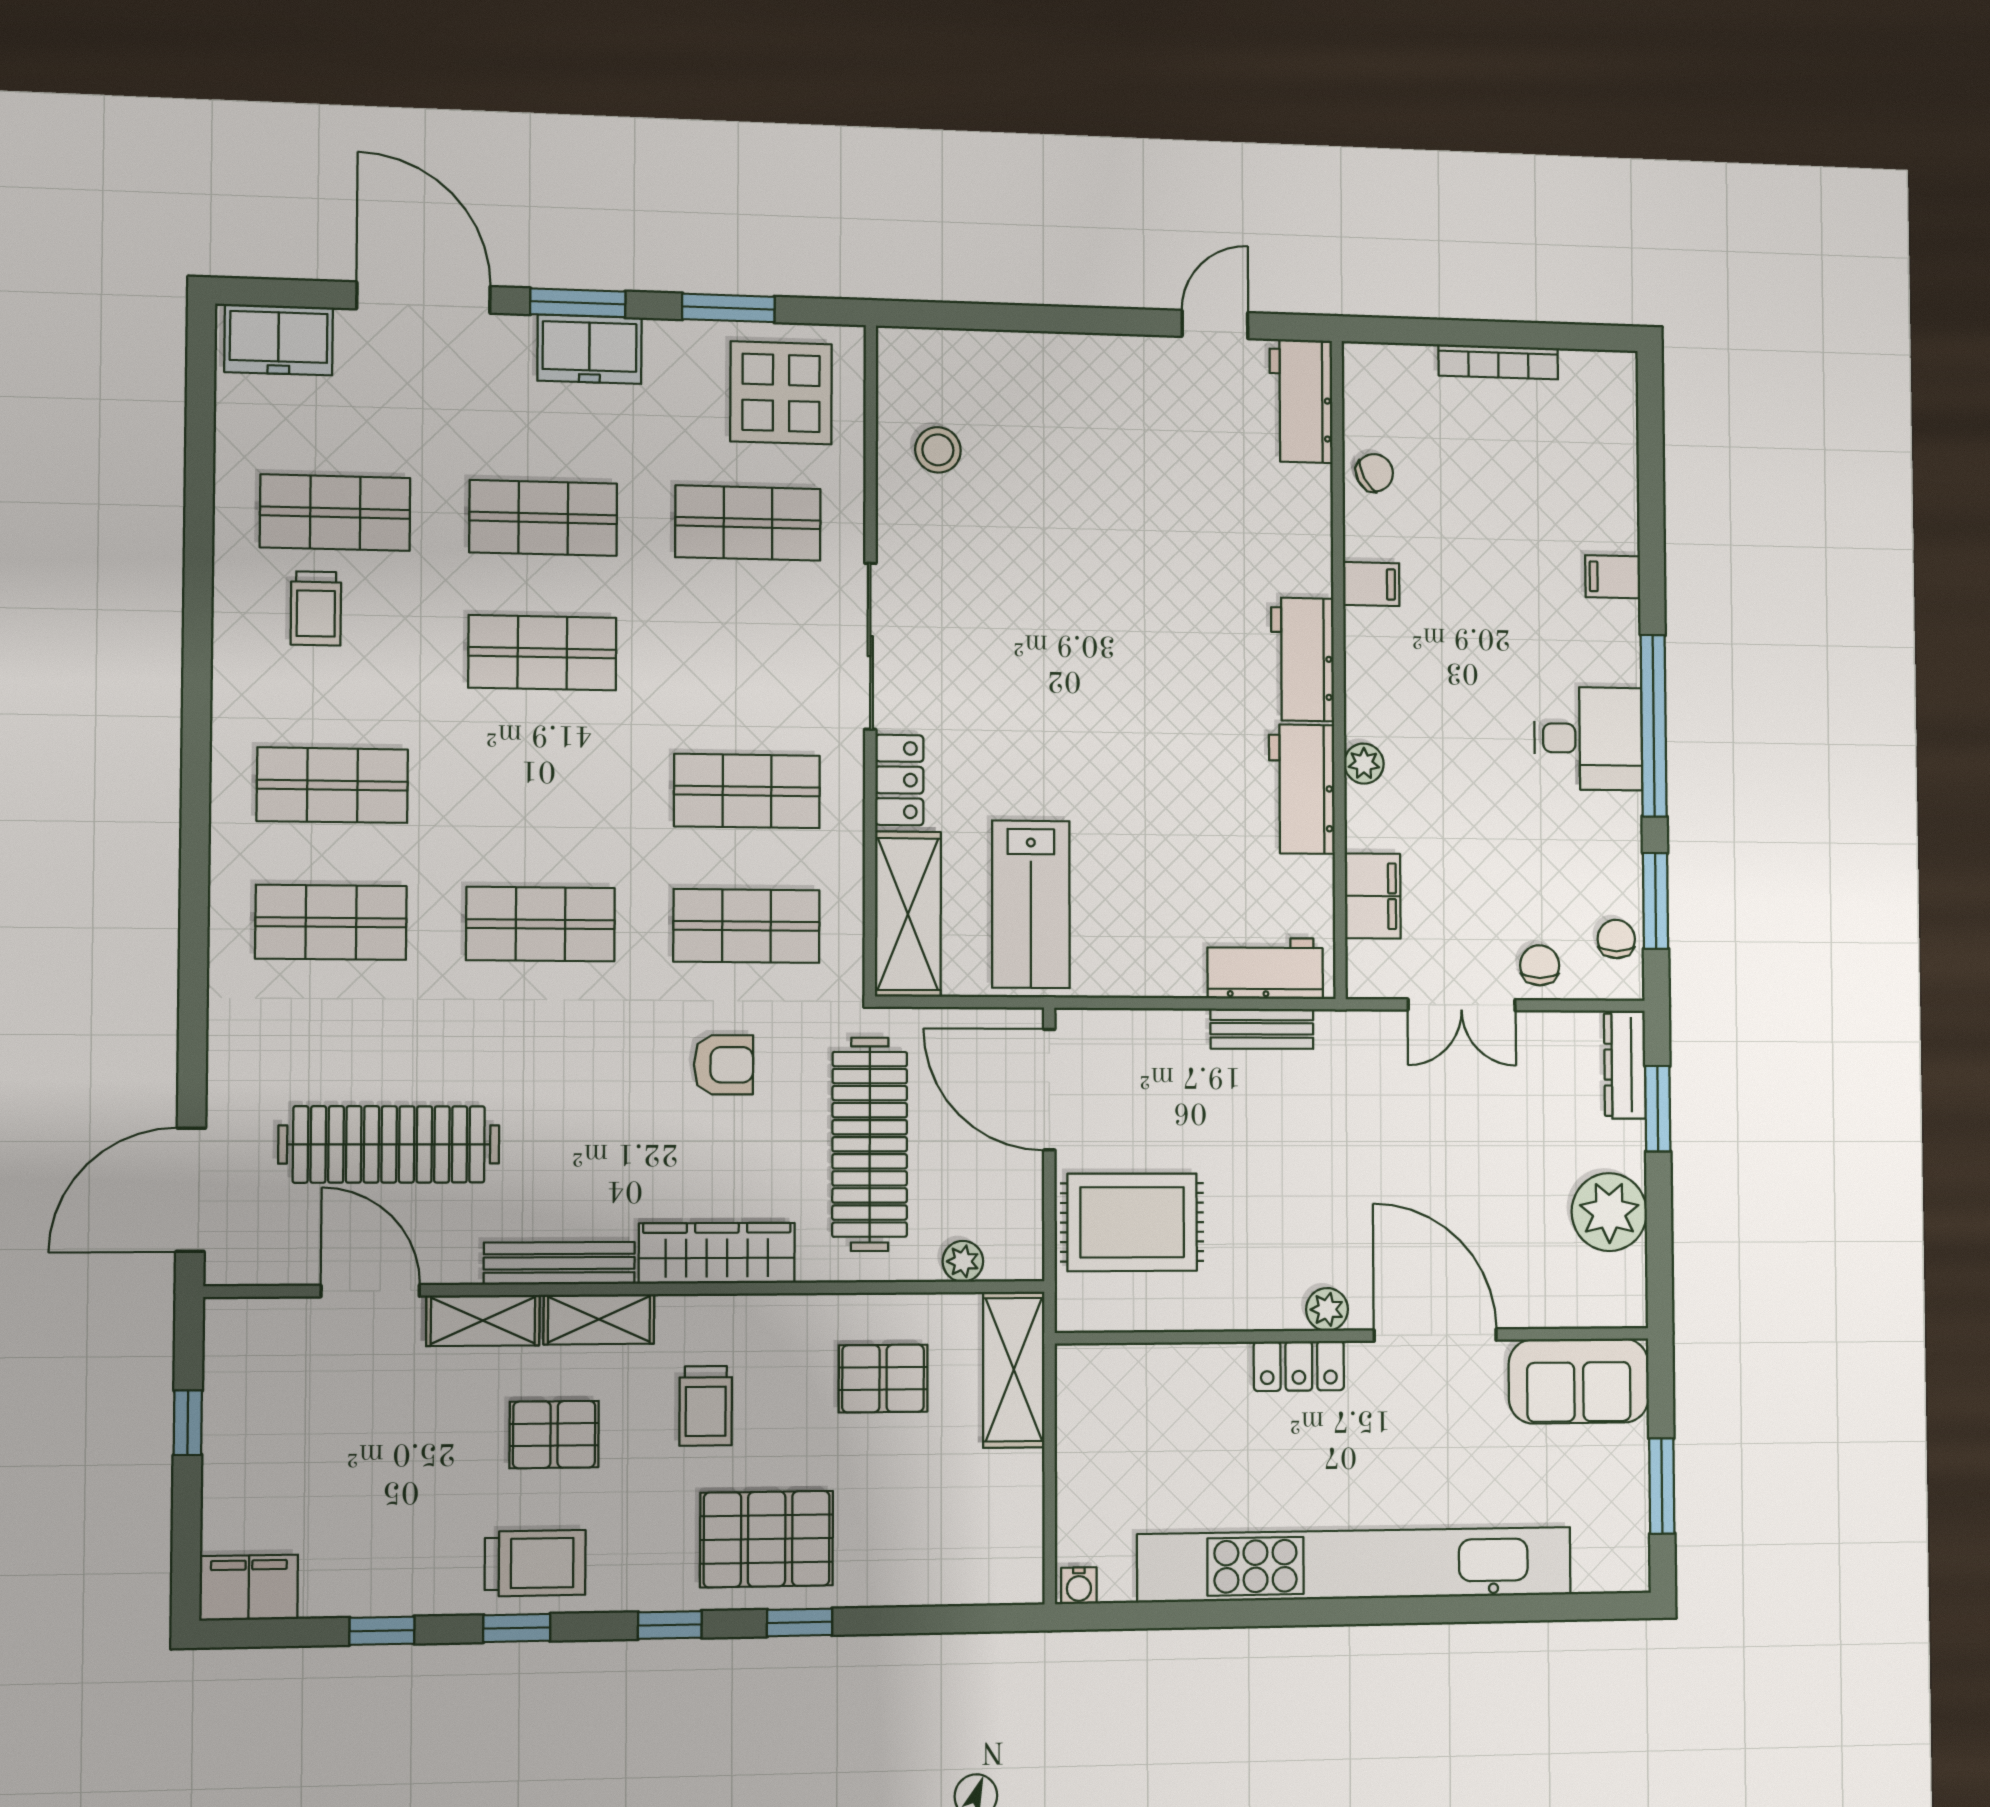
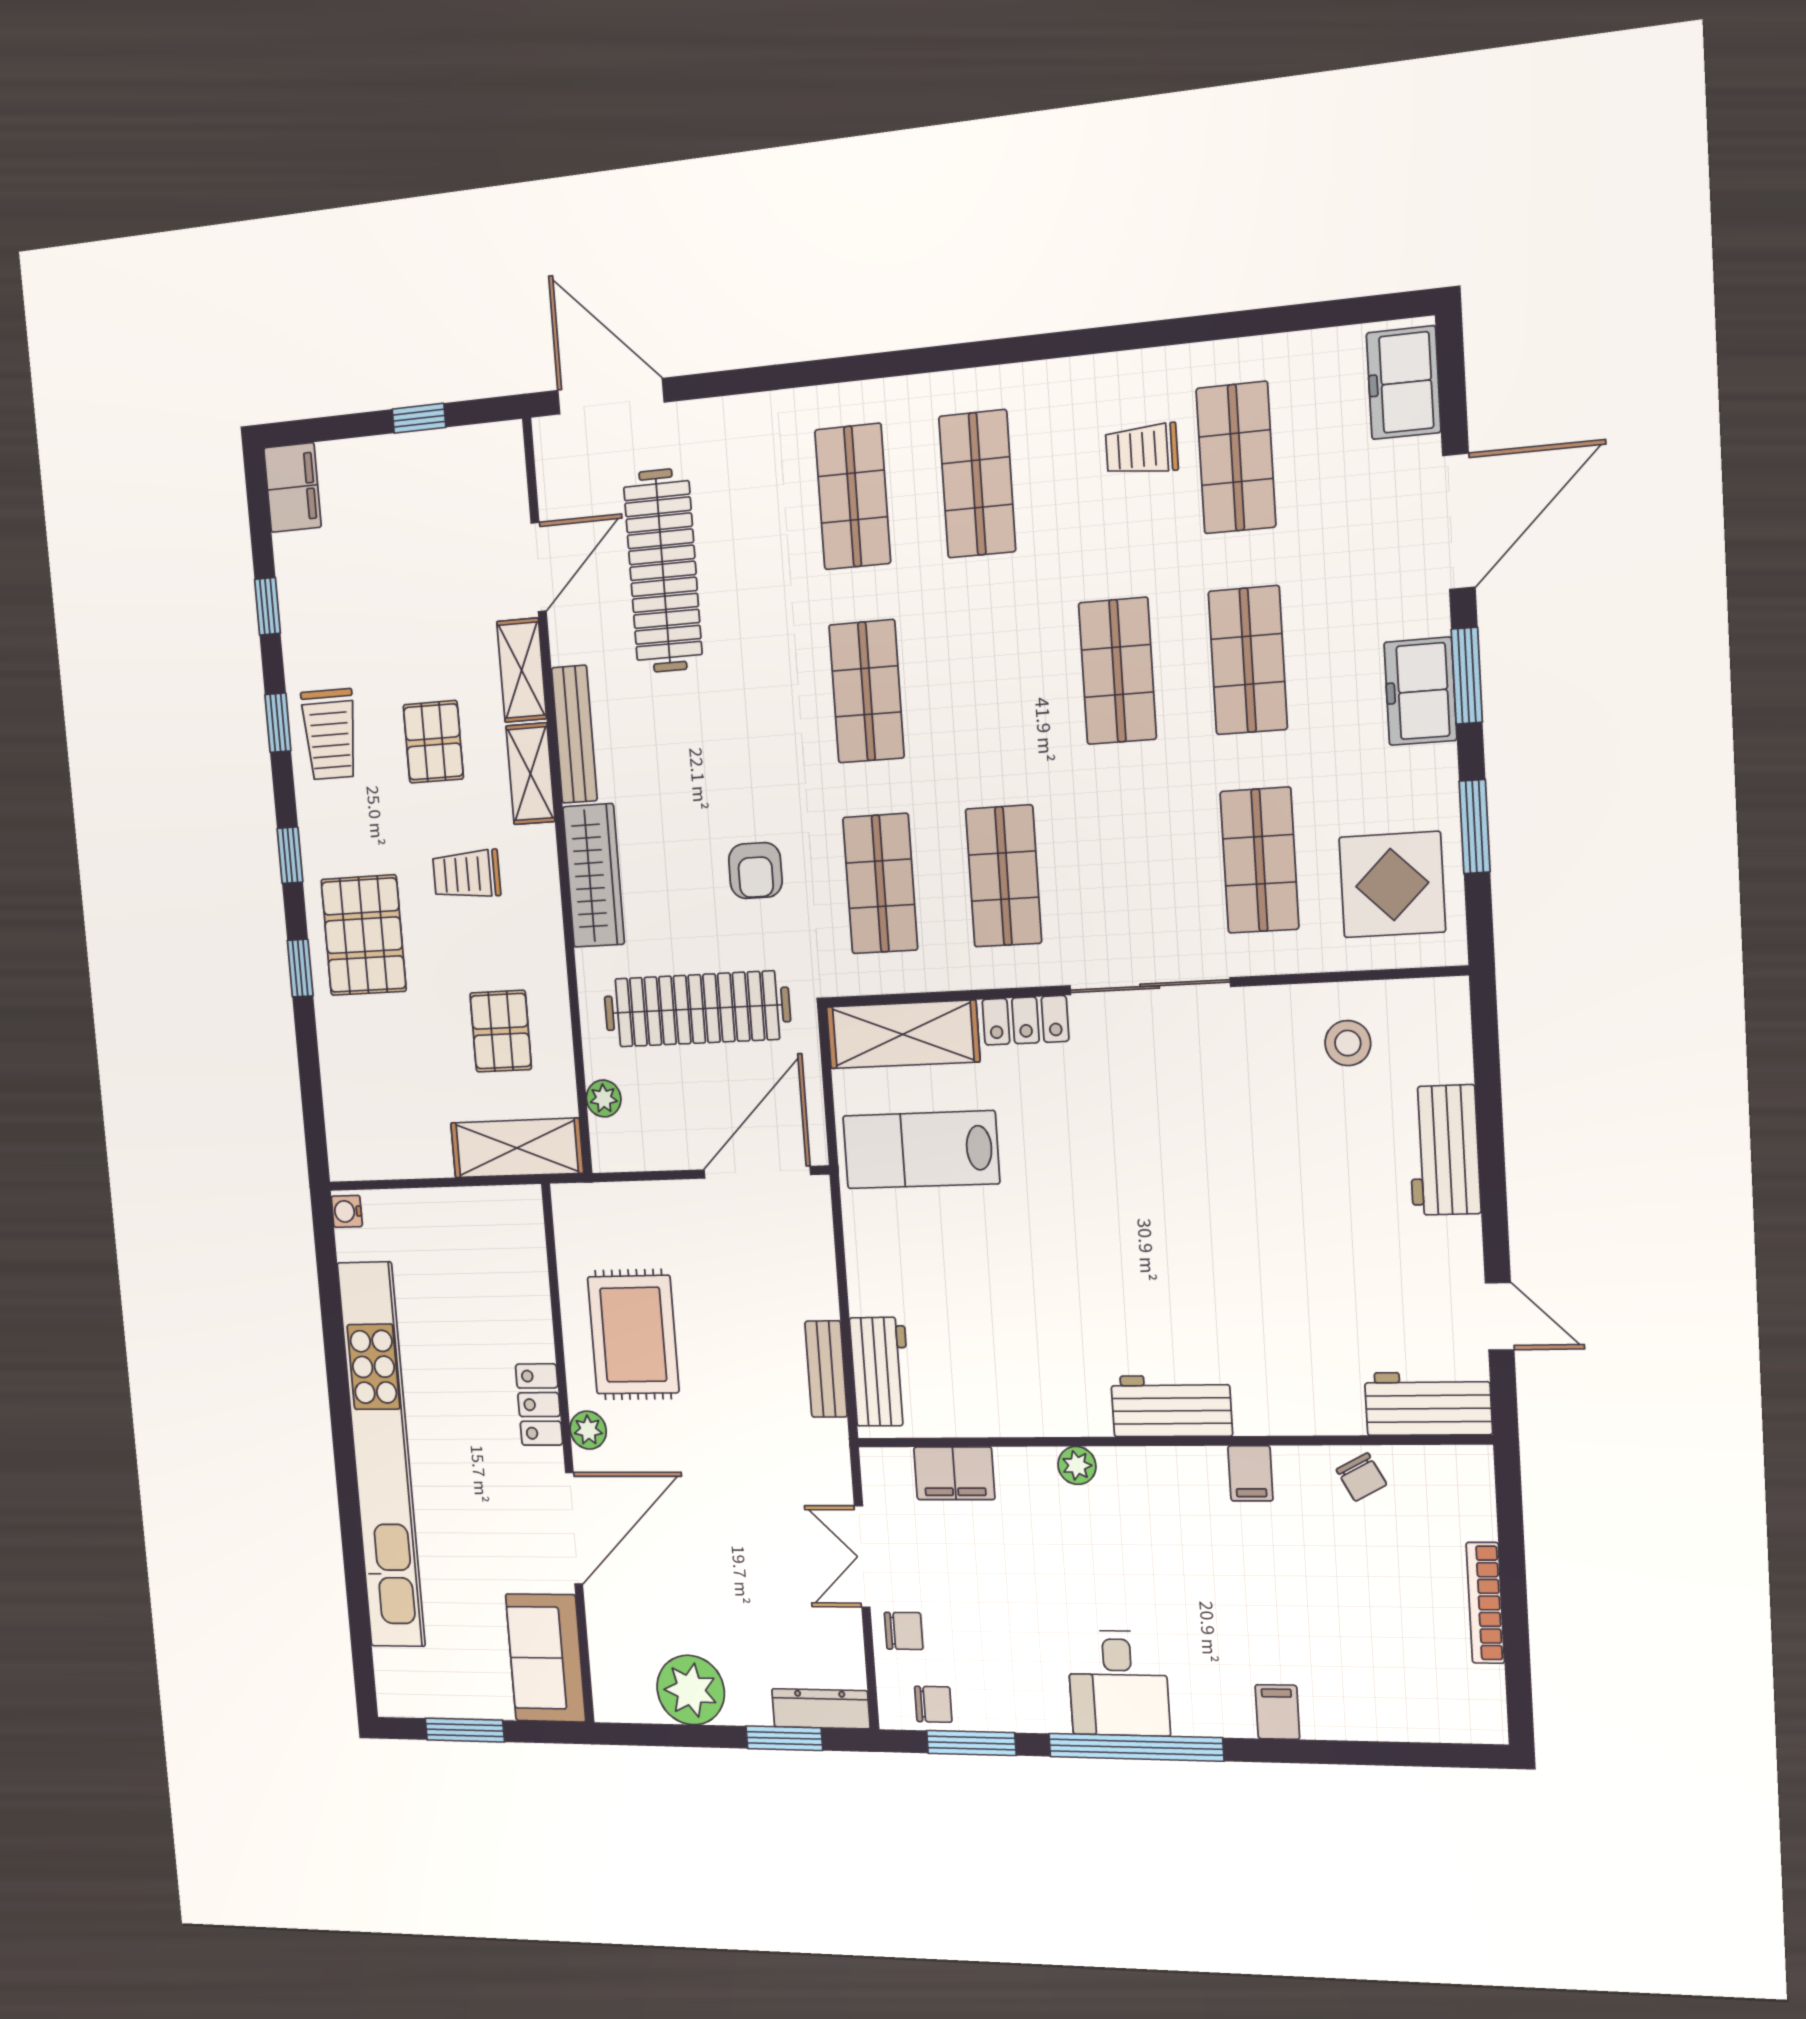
workbench: (1302, 789) -> (1444, 1150), moved, turned -90
rug: (1132, 1222) -> (633, 1335), moved

